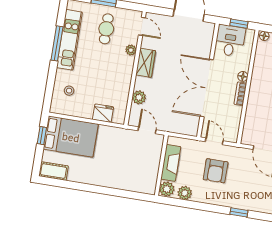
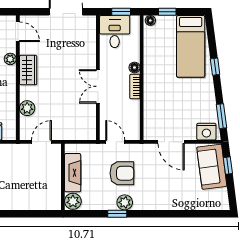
double door: (207, 88) -> (98, 86), width x0.54
door: (147, 130) -> (42, 142), hinge flipped
armchair: (216, 171) -> (122, 173), turned -90
plant: (185, 193) -> (125, 202), moved
window: (239, 212) -> (117, 214), moved

